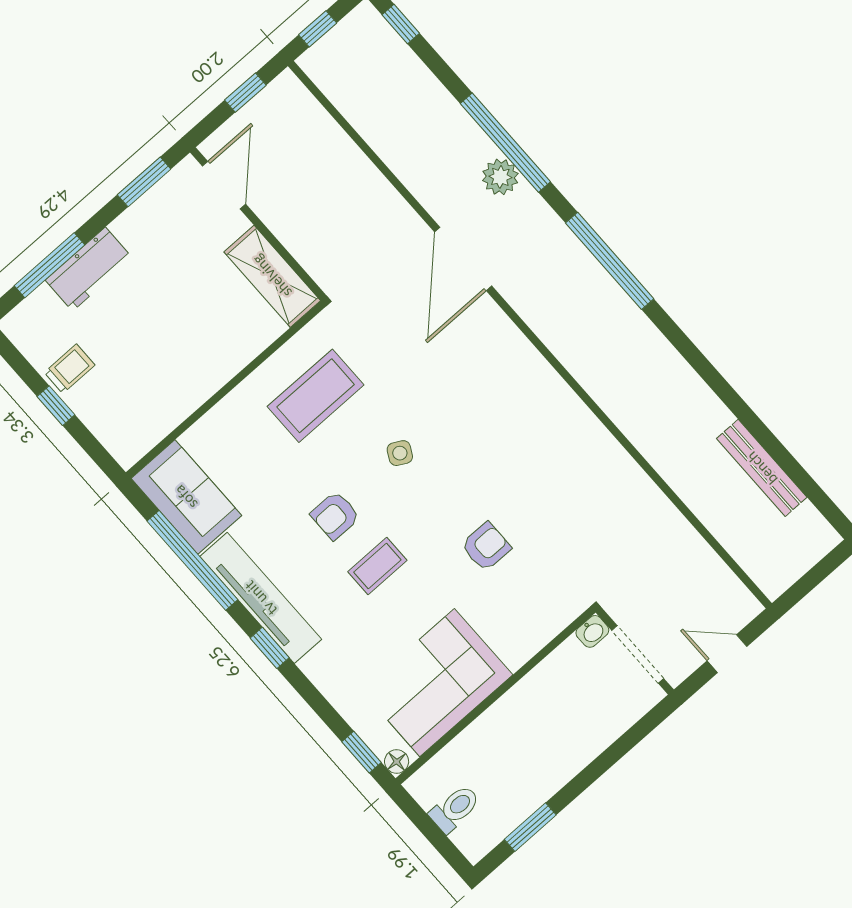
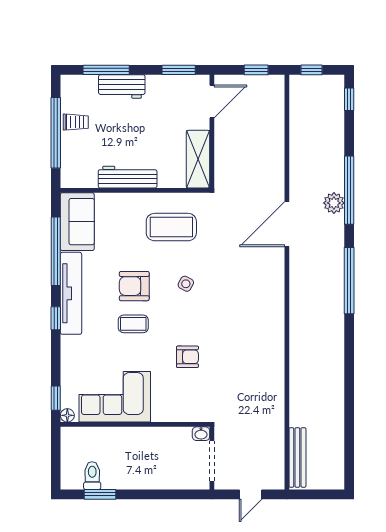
workbench: (201, 381) -> (128, 177), added
window: (56, 406) -> (56, 133), width x3.17
bench: (762, 468) -> (297, 457), moved
armchair: (335, 516) -> (134, 286), width x1.38, depth x1.38
door: (727, 654) -> (251, 494), swing flipped
toilet: (455, 809) -> (92, 476), moved, turned -90

